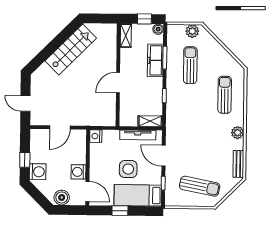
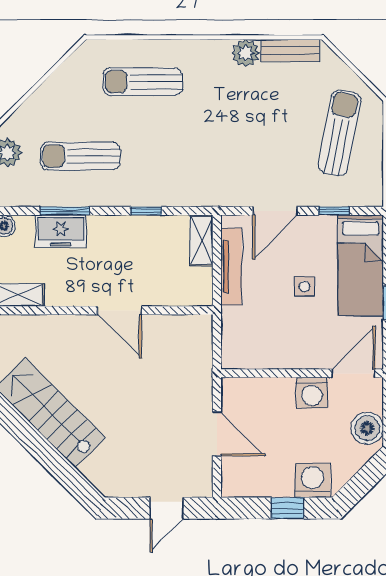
freezer: (155, 60) -> (61, 231), width x0.71
plant: (238, 133) -> (246, 53), moved
nightstand: (96, 136) -> (235, 357), removed
side table: (128, 169) -> (304, 286), width x0.54, depth x0.54

